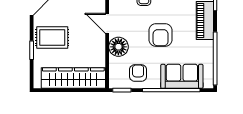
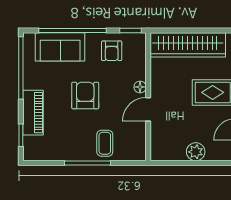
door: (107, 23) -> (148, 109), swing flipped
floor lamp: (118, 47) -> (140, 87), width x0.53, depth x0.53

